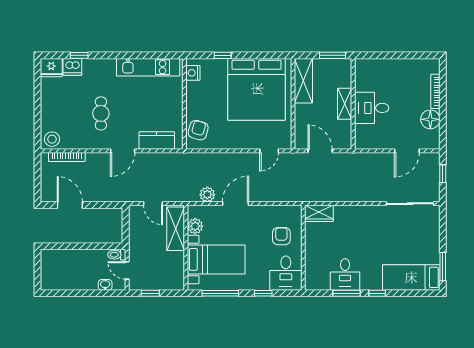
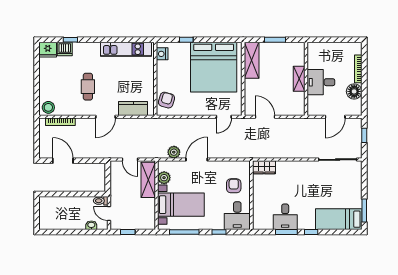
shelving: (345, 104) -> (299, 79), moved
wall: (353, 104) -> (306, 79), moved
desk: (372, 108) -> (321, 82), moved

